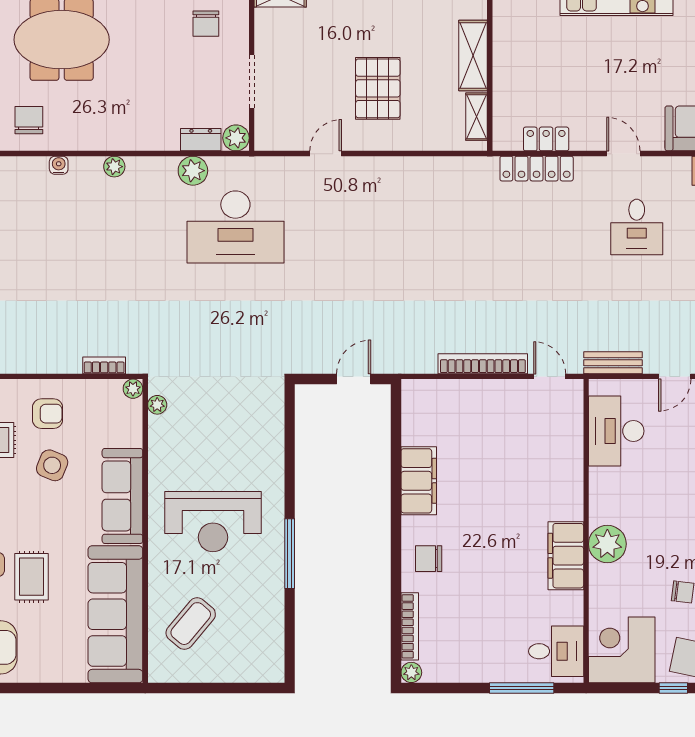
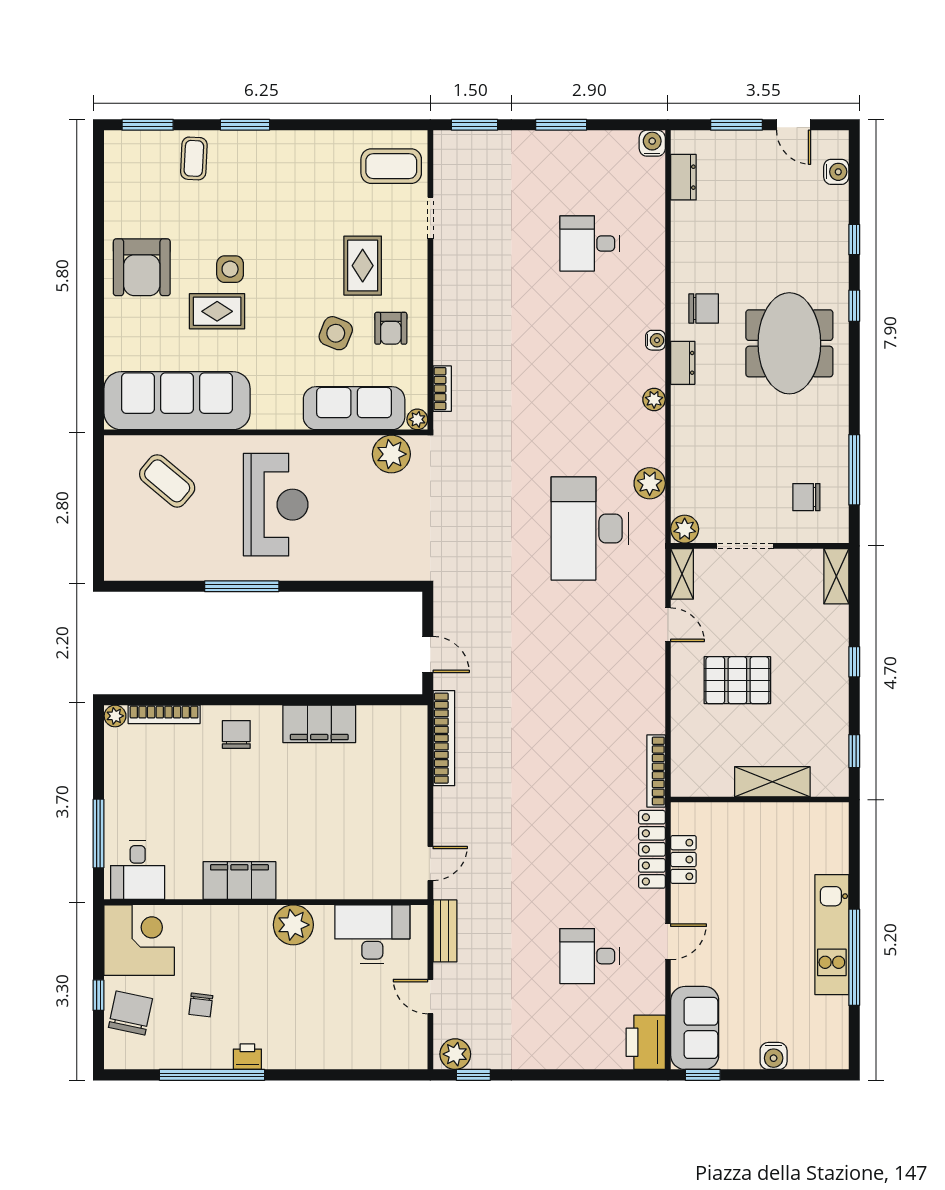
shelving: (477, 117) -> (682, 574), moved, turned 90
dresser: (201, 140) -> (683, 363), moved
bookcase: (463, 165) -> (656, 771), added
bookcase: (483, 364) -> (444, 738), moved
plant: (157, 405) -> (391, 454), width x1.87, depth x1.87
sofa: (122, 496) -> (354, 408), moved
reception desk: (213, 522) -> (276, 505), turned 180
plant: (607, 544) -> (293, 925), moved

